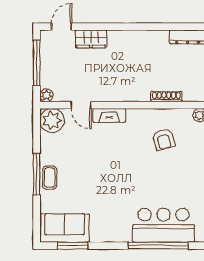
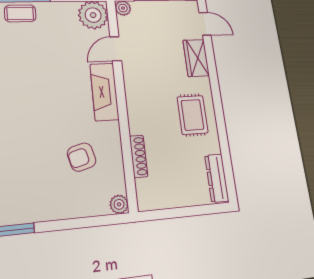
rug: (137, 49) -> (192, 115), added
fireplace: (109, 115) -> (104, 92), width x1.37, depth x1.32

